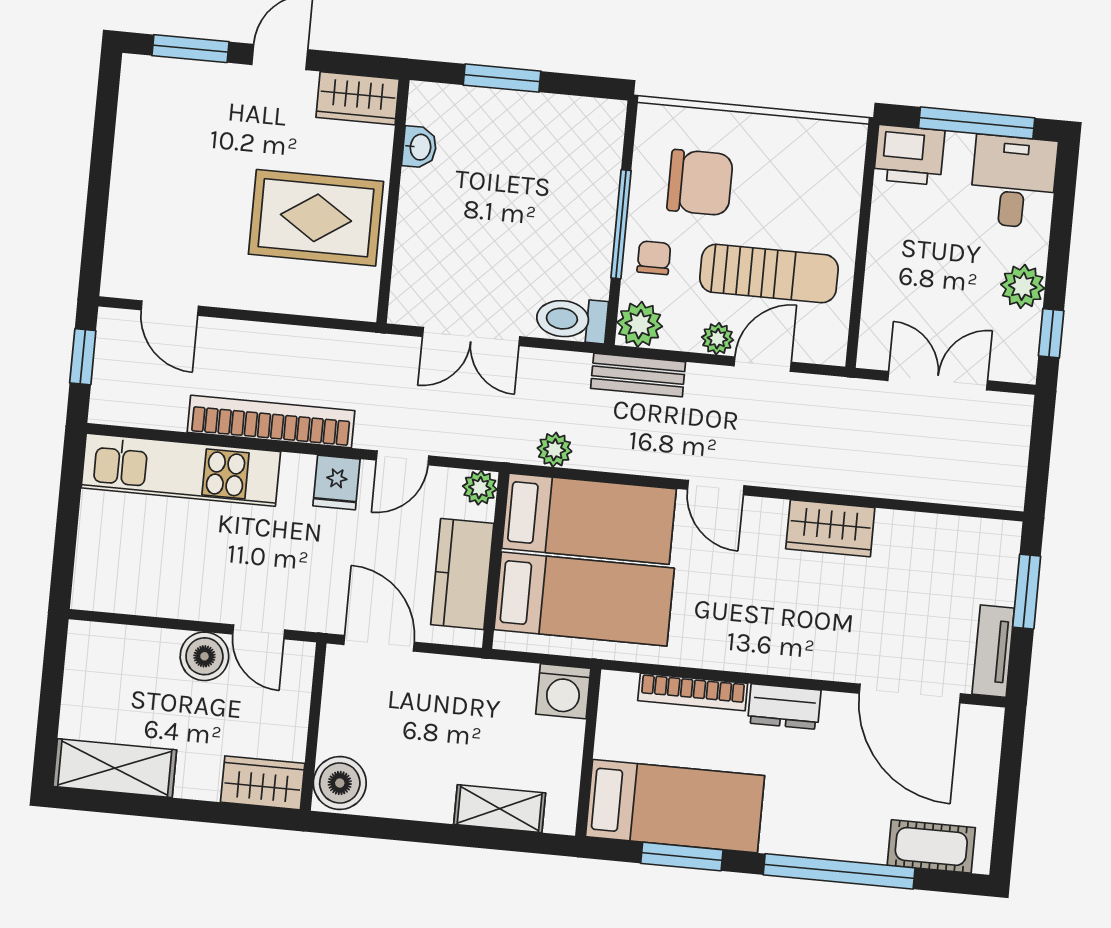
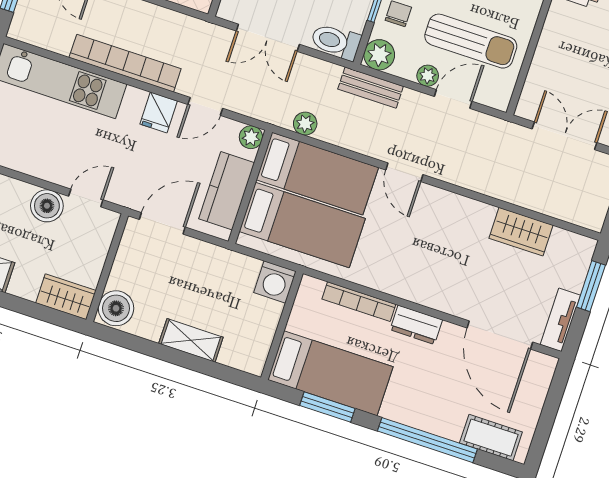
wardrobe: (830, 528) -> (521, 232), moved
door: (259, 632) -> (86, 198), swing flipped
door: (379, 643) -> (162, 223), hinge flipped
shelving: (500, 809) -> (191, 340), moved

